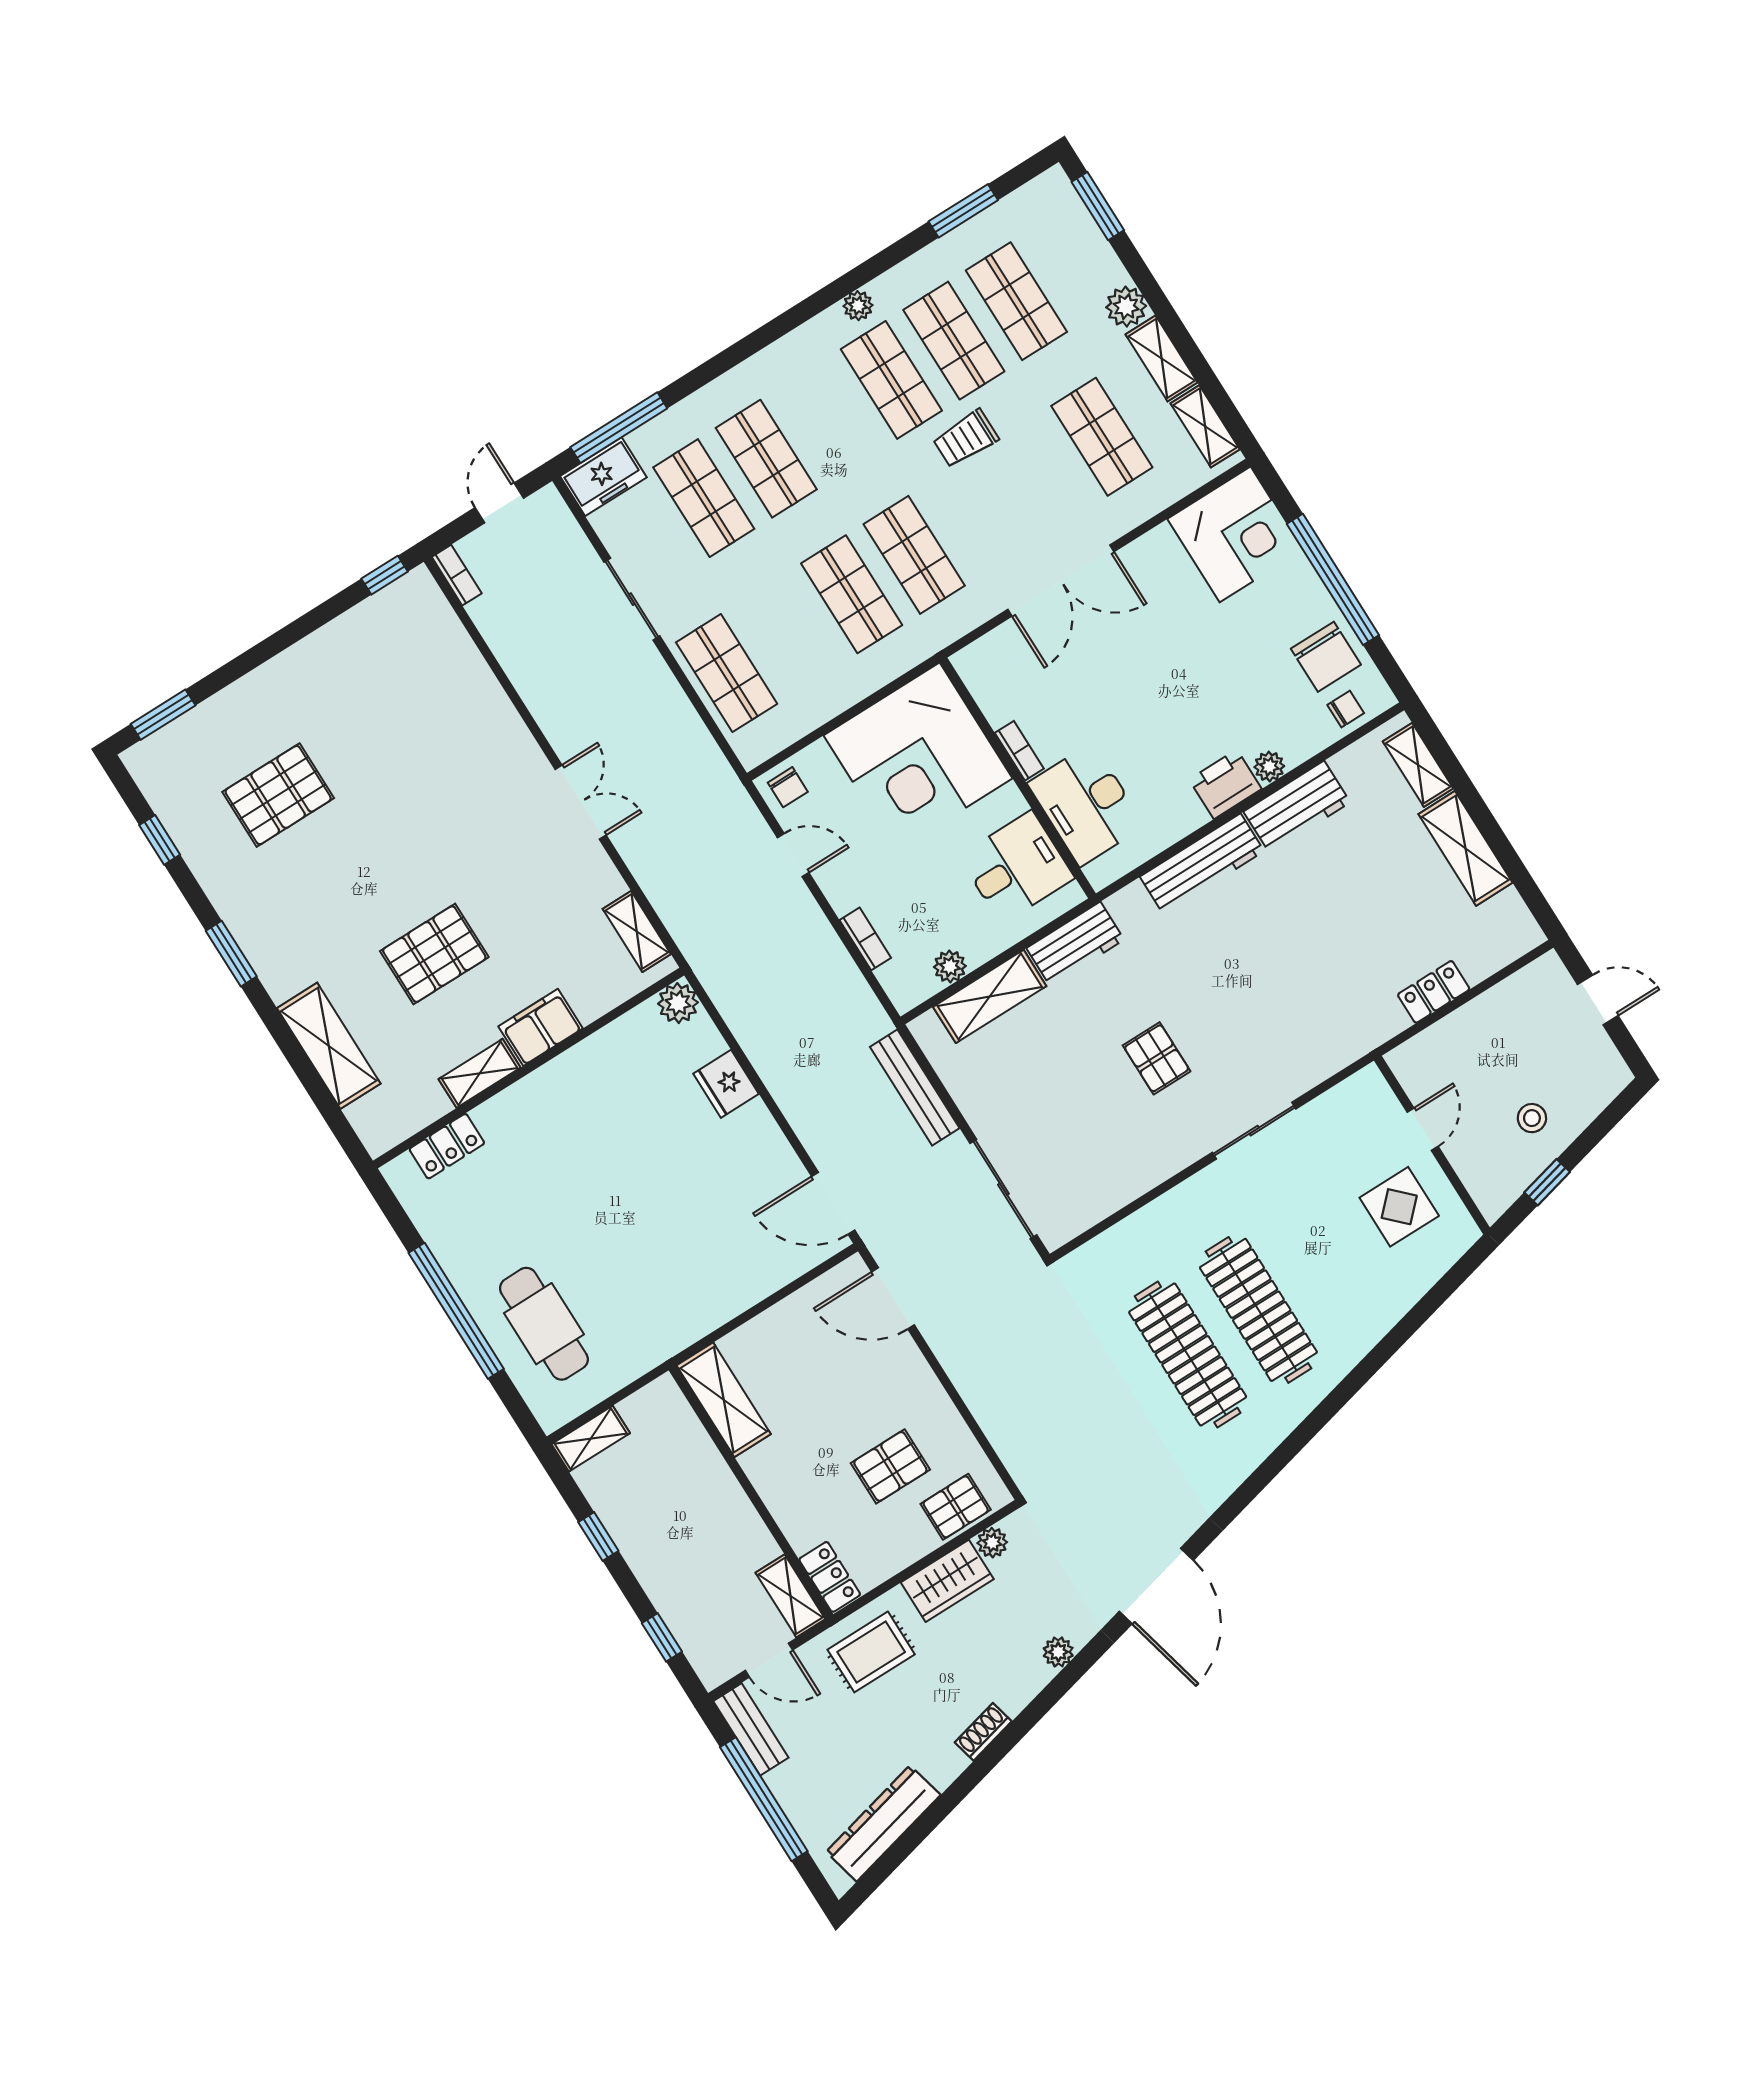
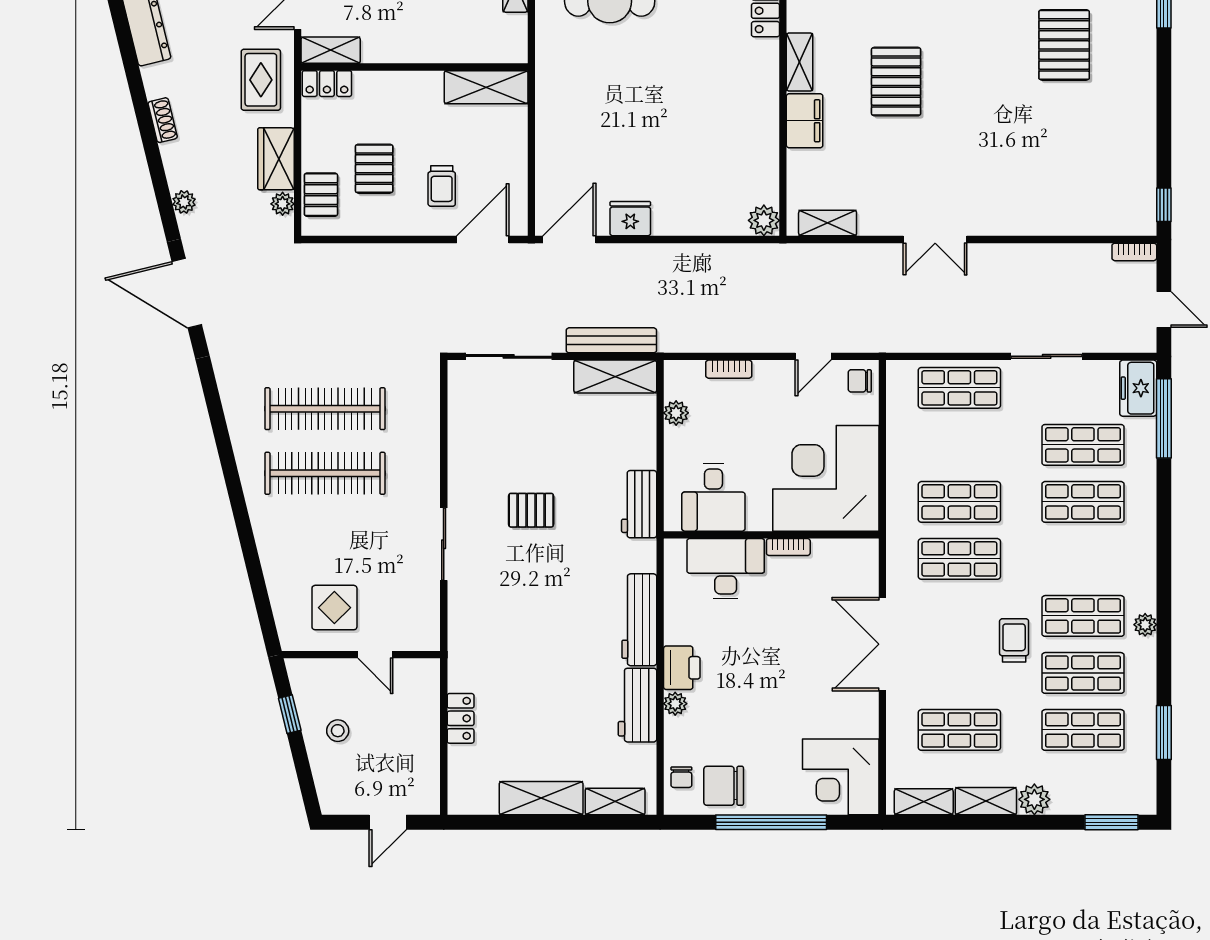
shelving: (990, 996) -> (615, 376), moved, turned 90
fridge: (726, 1084) -> (630, 219), moved
trolley: (863, 1380) -> (442, 186), added

